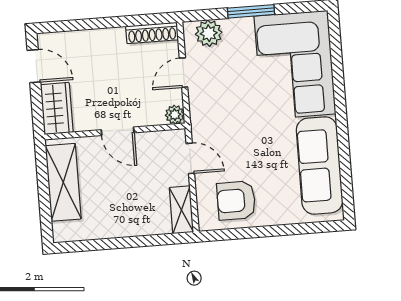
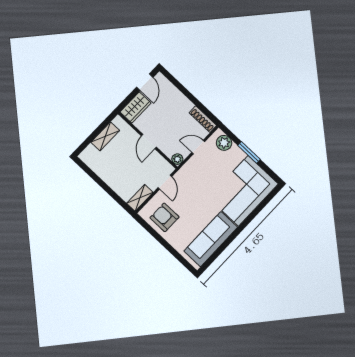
shelving: (63, 182) -> (105, 136), width x0.67, depth x0.75

